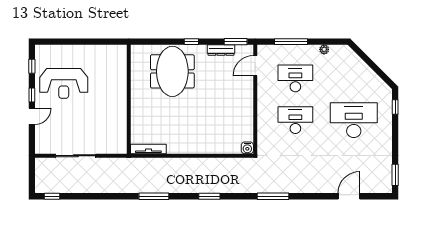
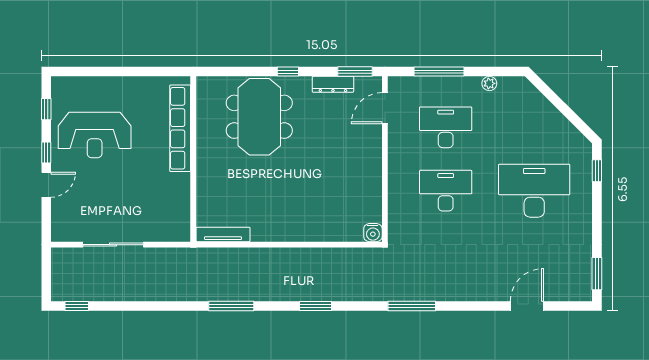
row of seats: (120, 79) -> (180, 128), added

